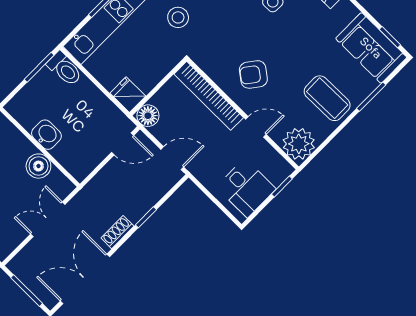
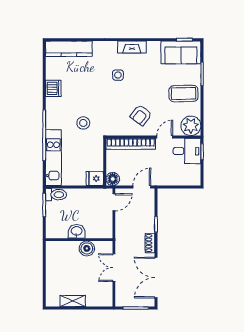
desk: (246, 188) -> (187, 151), moved

